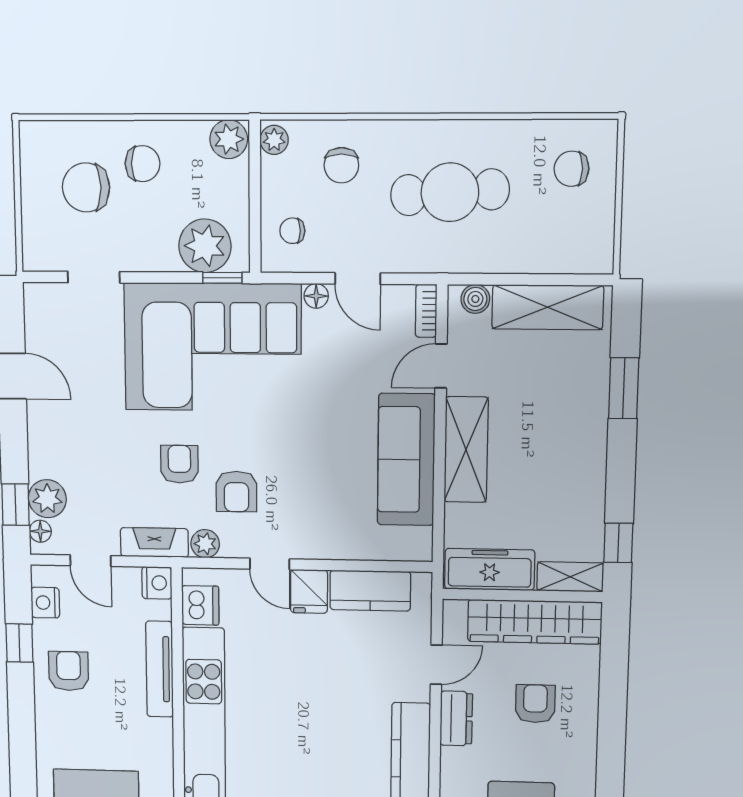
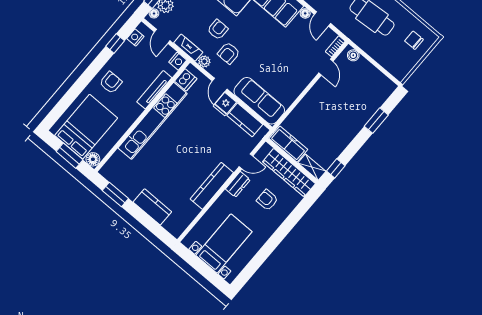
shelving: (548, 307) -> (373, 76), removed
door: (441, 366) -> (326, 67), swing flipped
shelving: (466, 450) -> (312, 100), removed
sofa: (406, 460) -> (259, 101), moved, turned 90
armchair: (69, 671) -> (111, 83), moved
armchair: (535, 704) -> (267, 200), turned -90

